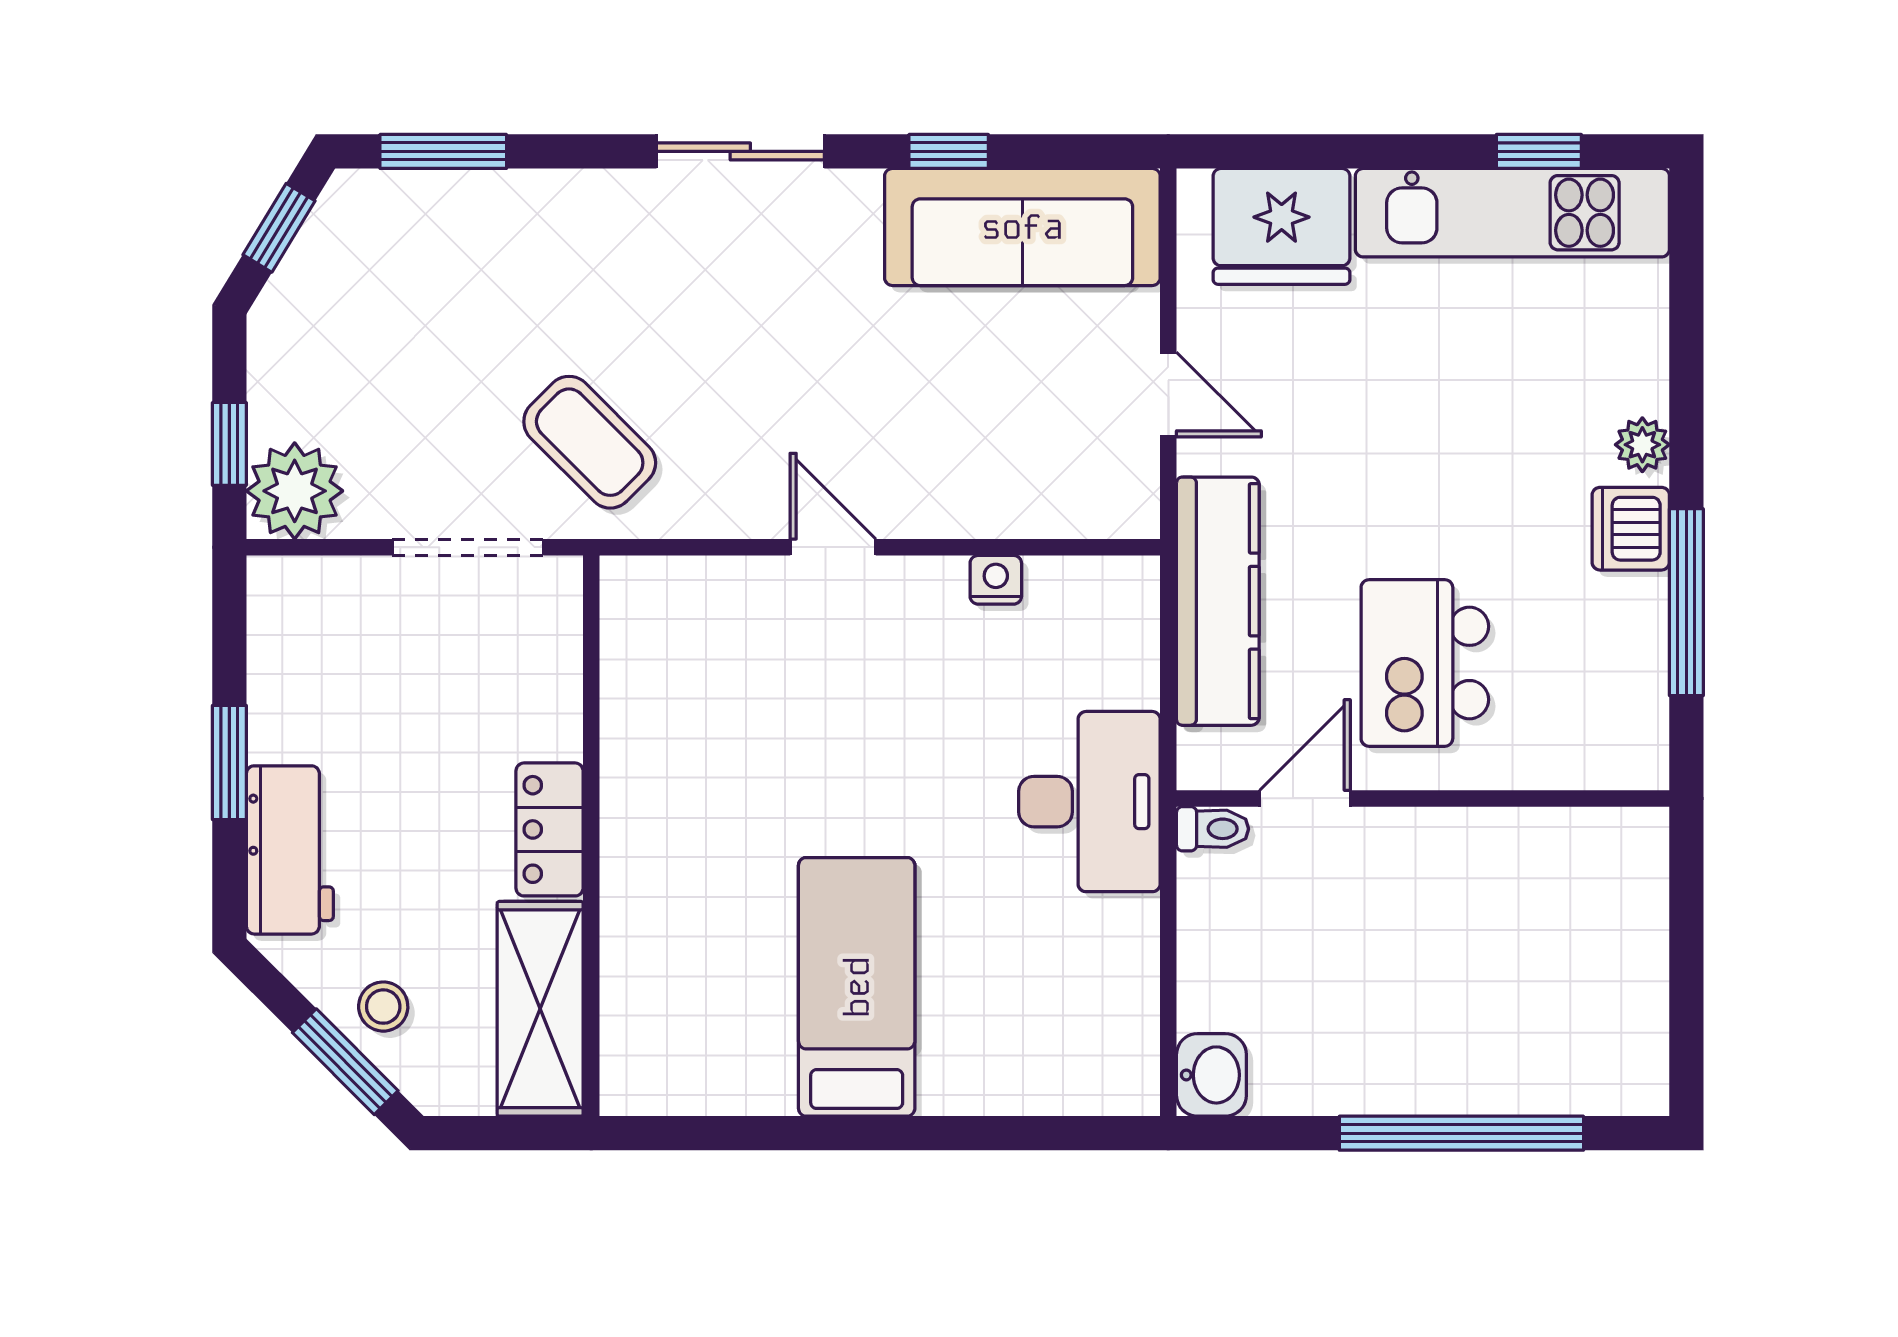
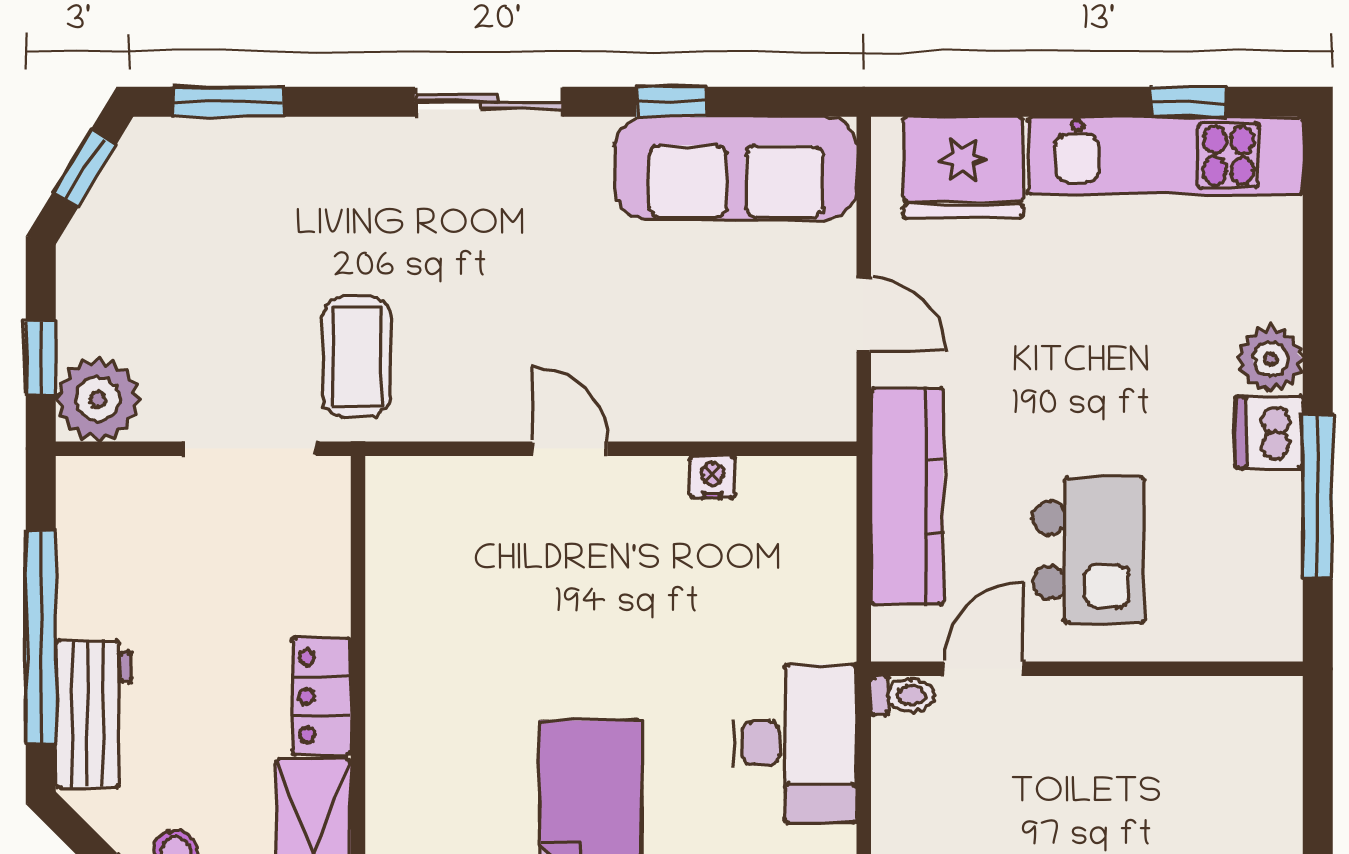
coffee table: (590, 442) -> (357, 357), turned 45
plant: (1642, 445) -> (1270, 359), width x1.38, depth x1.38
kitchen island: (1425, 663) -> (1089, 550), turned 180
window: (229, 763) -> (41, 637), width x2.11
desk: (1089, 802) -> (795, 743), moved

